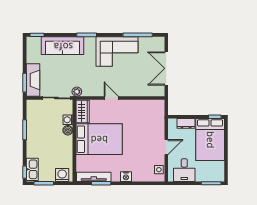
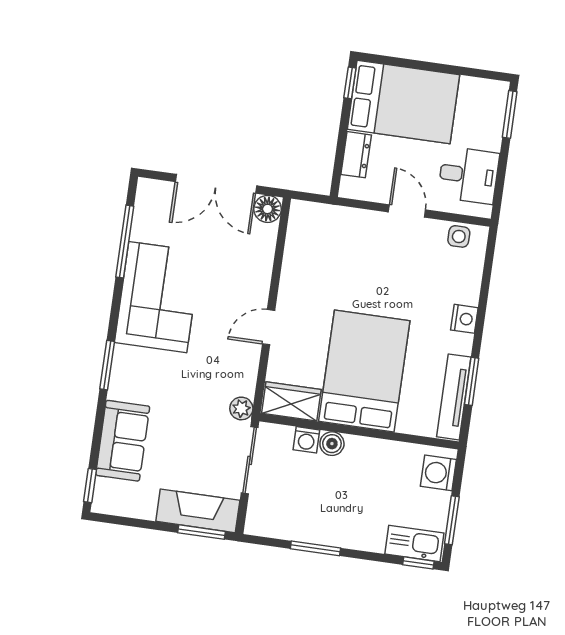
sofa: (63, 46) -> (123, 441), width x0.73
floor lamp: (159, 91) -> (268, 209), added

